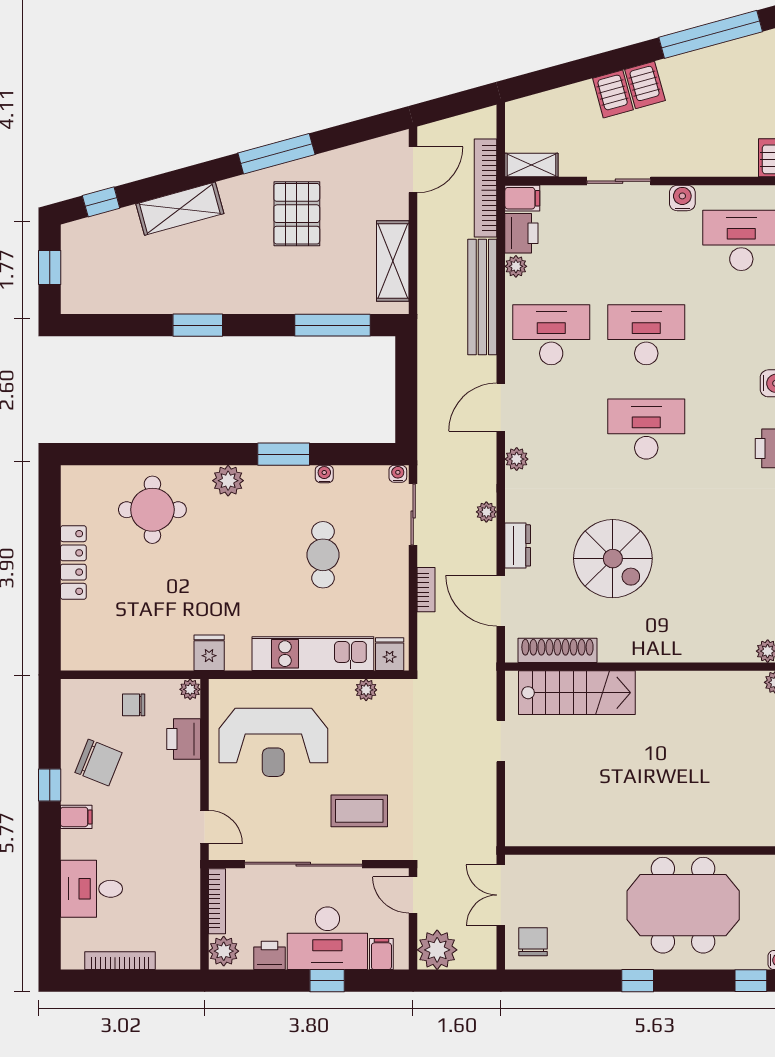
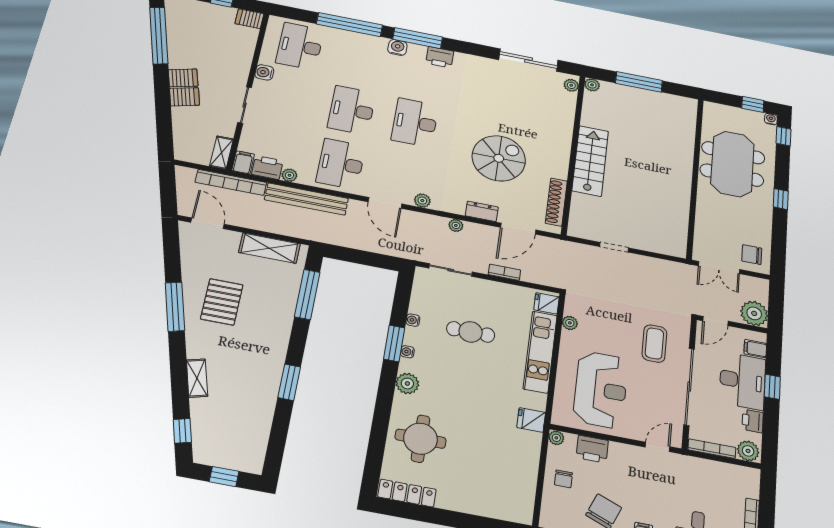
shelving: (180, 209) -> (197, 378), width x0.67, depth x0.75
pallet: (297, 214) -> (222, 302), turned 90
water cooler: (398, 474) -> (407, 352), moved
locker: (73, 562) -> (407, 493), moved
stairs: (577, 693) -> (590, 161), moved

